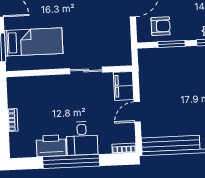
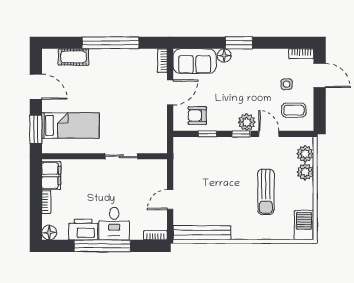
armchair: (161, 26) -> (197, 116), turned 180
window: (172, 44) -> (207, 134), width x0.67
filing cabinet: (124, 86) -> (51, 176), moved, turned 180
floor lamp: (17, 150) -> (49, 232), added

